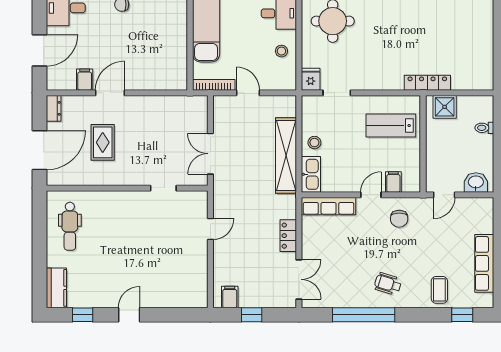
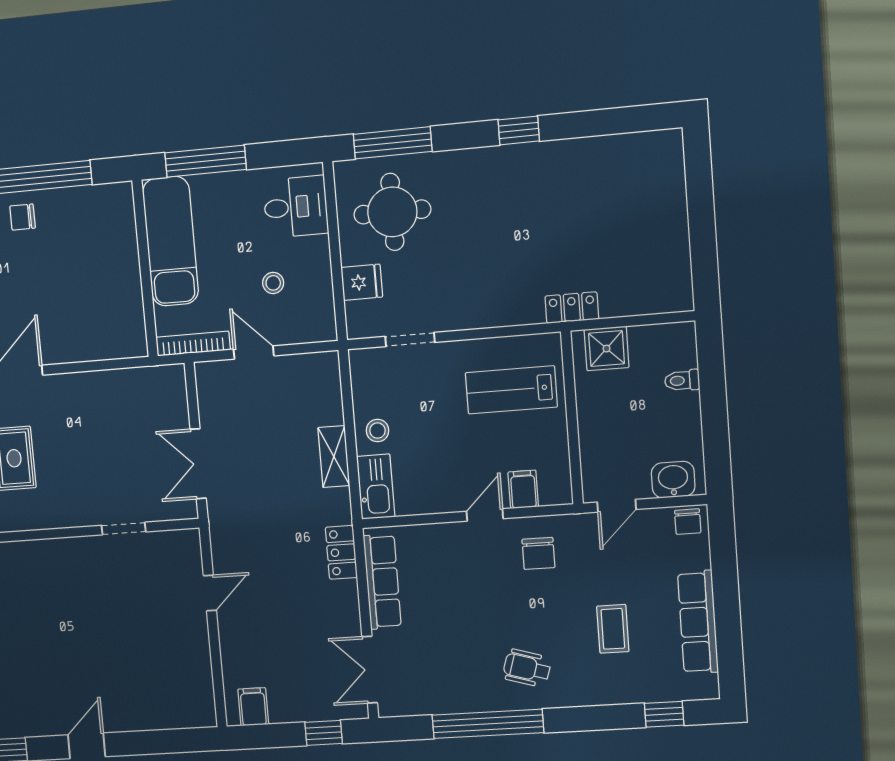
stool: (281, 51) -> (273, 283), moved
fridge: (311, 79) -> (362, 282), moved, turned 90
locker: (427, 83) -> (572, 308), width x0.66
shelving: (286, 155) -> (334, 457), width x0.45, depth x0.75
row of seats: (329, 206) -> (382, 582), moved, turned -90
chair: (482, 206) -> (688, 522), added
locker: (288, 236) -> (341, 552), moved
double door: (299, 279) -> (370, 670), swing flipped
coffee table: (439, 290) -> (613, 629), moved
window: (252, 315) -> (324, 733), moved

